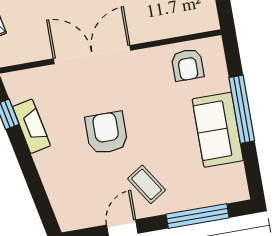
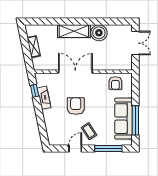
window: (242, 109) -> (135, 120), moved
sofa: (218, 130) -> (124, 119), width x1.36

